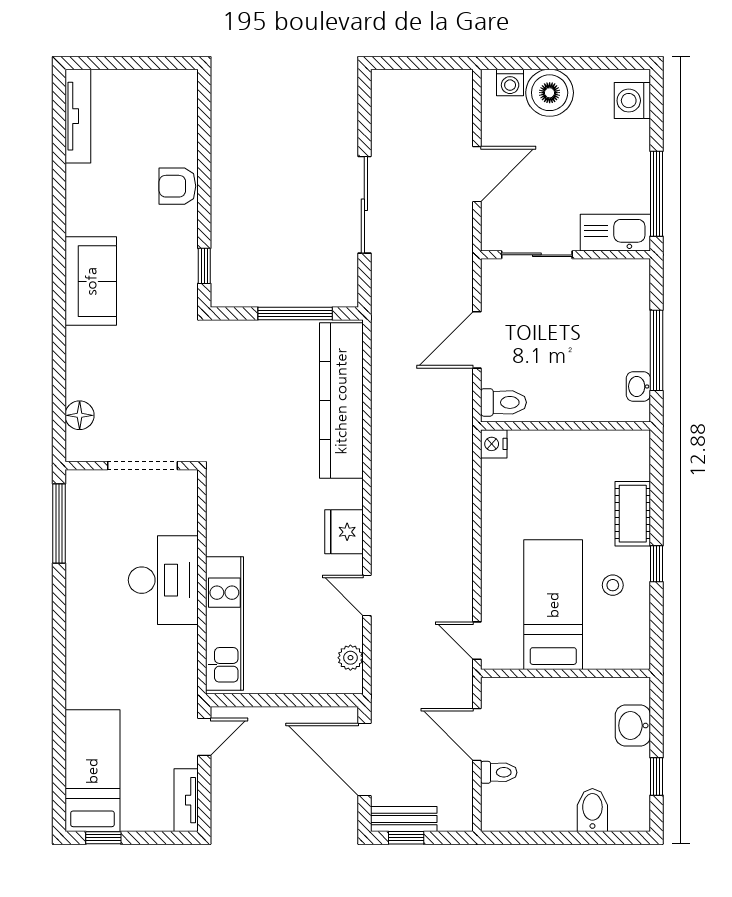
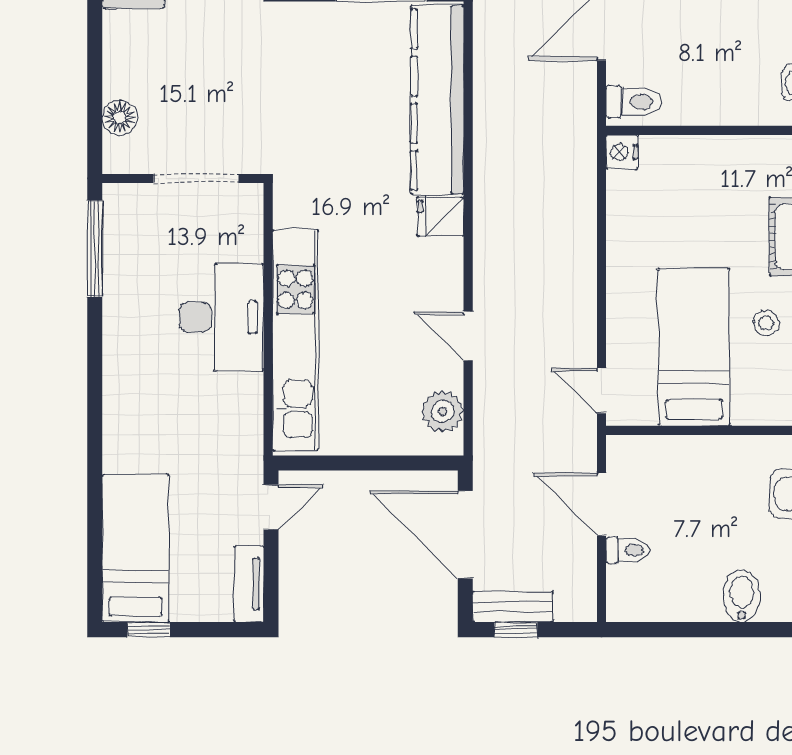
fridge: (344, 532) -> (441, 216), moved, width x0.72
kitchen unit: (224, 623) -> (295, 340), width x1.36
plant: (350, 658) -> (442, 411), width x1.38, depth x1.38

